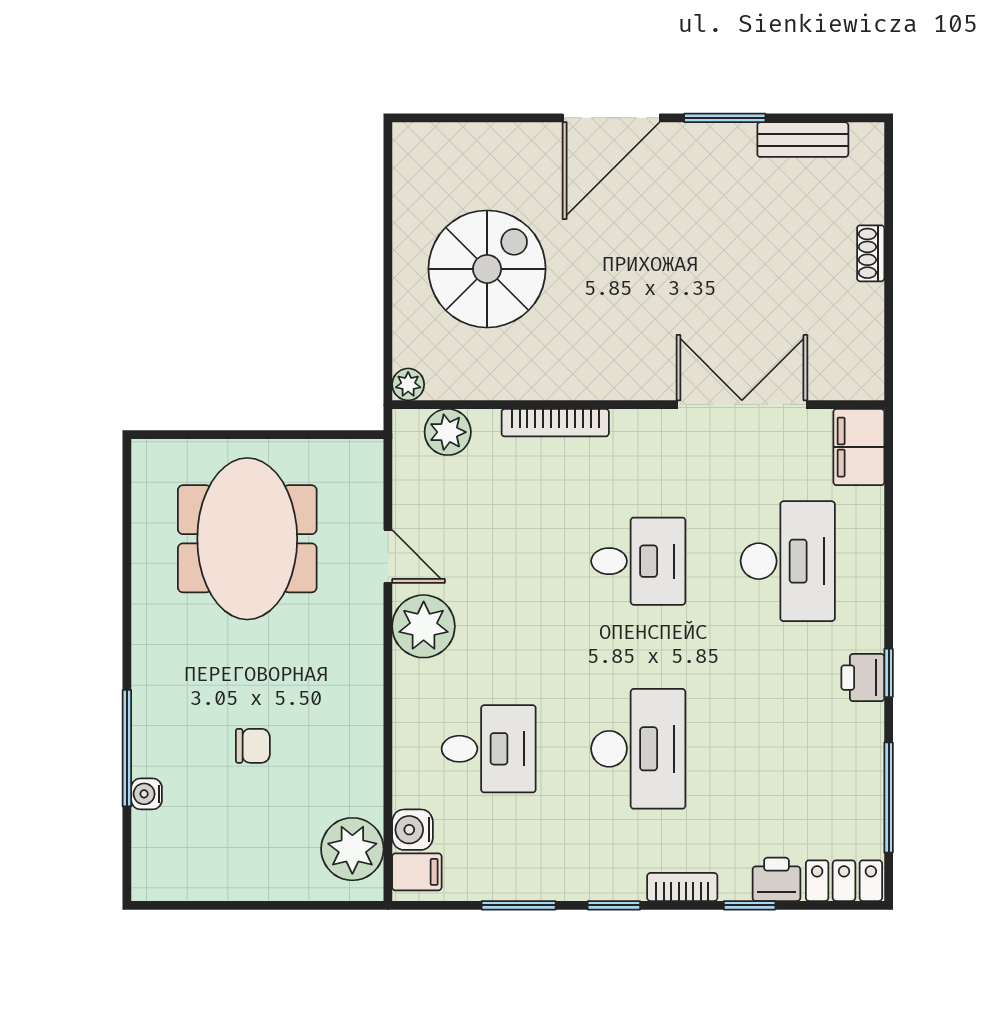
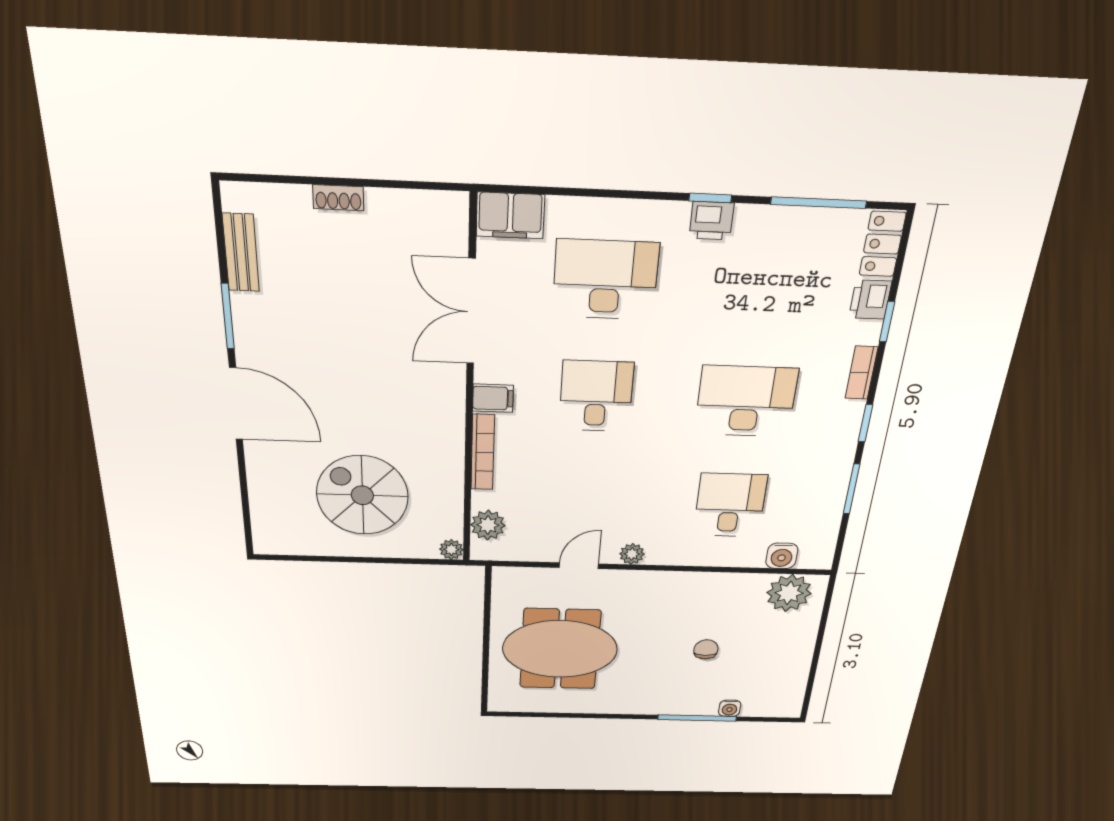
plant: (424, 626) -> (632, 554), width x0.53, depth x0.53
filing cabinet: (417, 872) -> (493, 398), moved, turned 90

